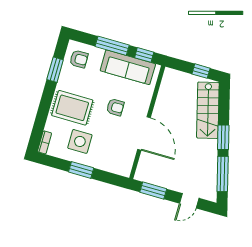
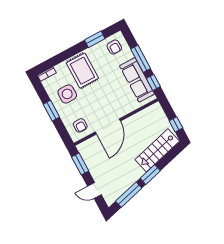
armchair: (115, 107) -> (80, 125), moved

